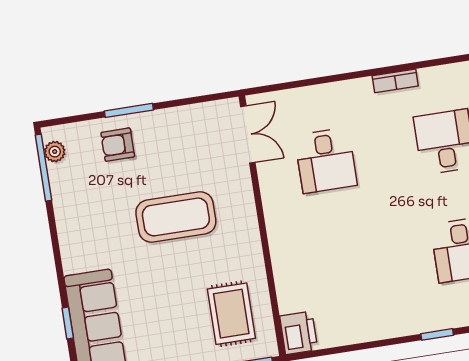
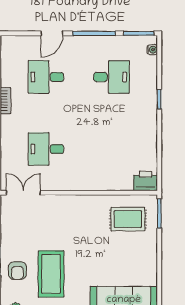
desk: (326, 160) -> (46, 149), turned 180
coffee table: (176, 217) -> (51, 274), moved

